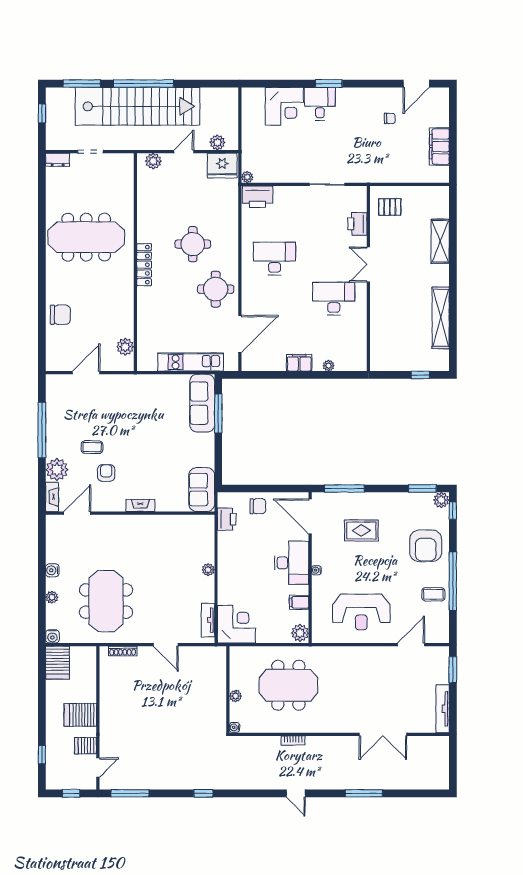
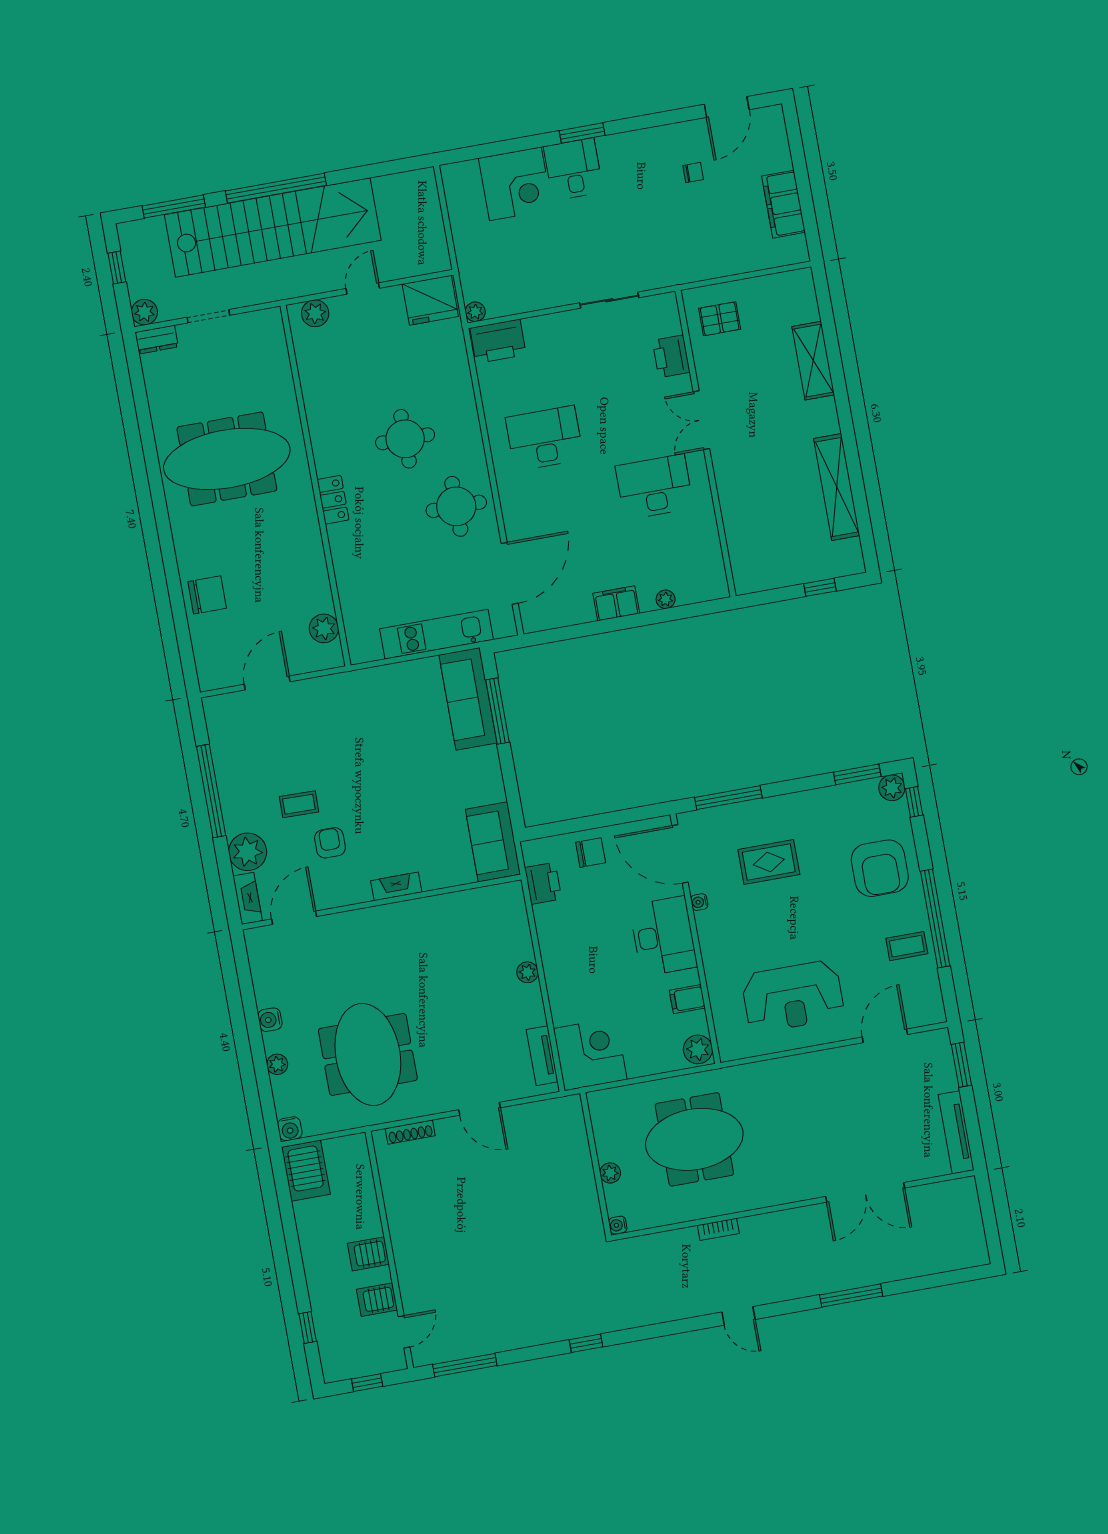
plant: (217, 142) -> (144, 312), moved
locker: (144, 265) -> (333, 500), width x0.66
water cooler: (316, 570) -> (699, 902), moved
server rack: (80, 715) -> (368, 1254), width x0.73, depth x0.70

